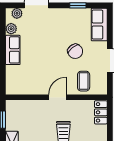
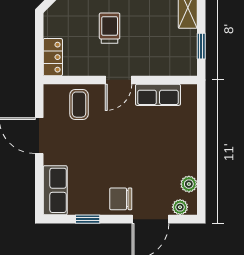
row of seats: (13, 50) -> (158, 95), moved, turned -90
chair: (75, 51) -> (121, 199), moved, turned -52

